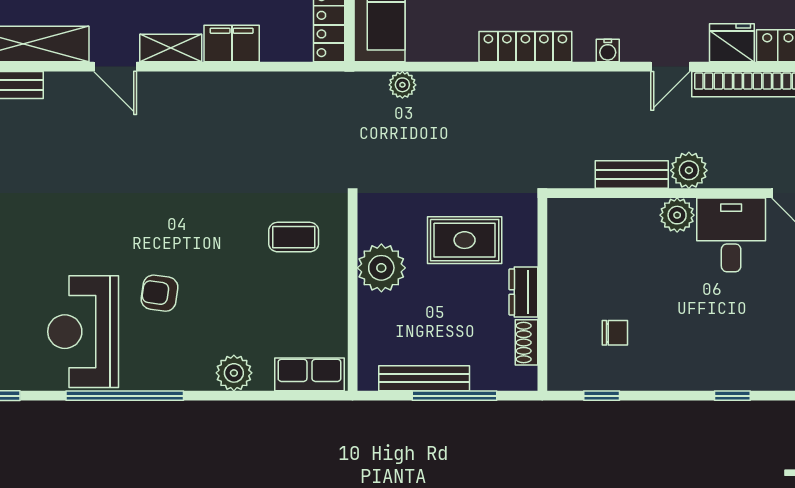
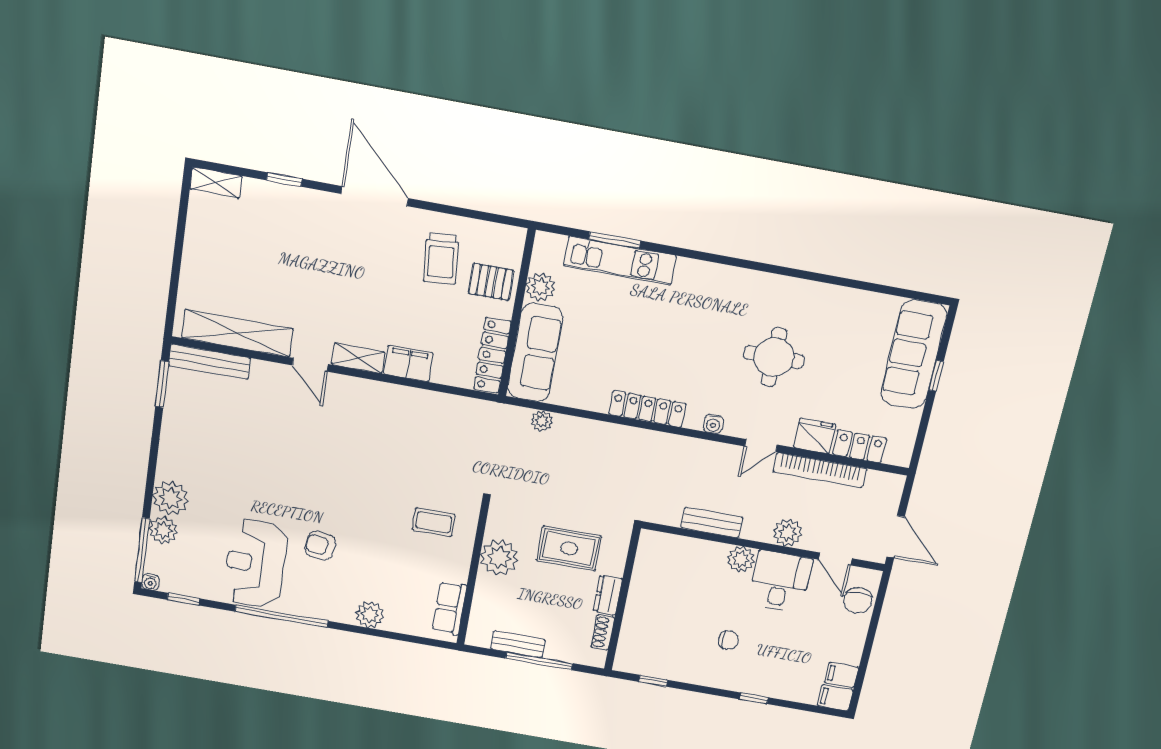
plant: (689, 170) -> (788, 533), moved
chair: (615, 333) -> (728, 640), moved
row of seats: (309, 374) -> (450, 608), moved, turned -90
bench: (424, 378) -> (518, 644), width x0.73

